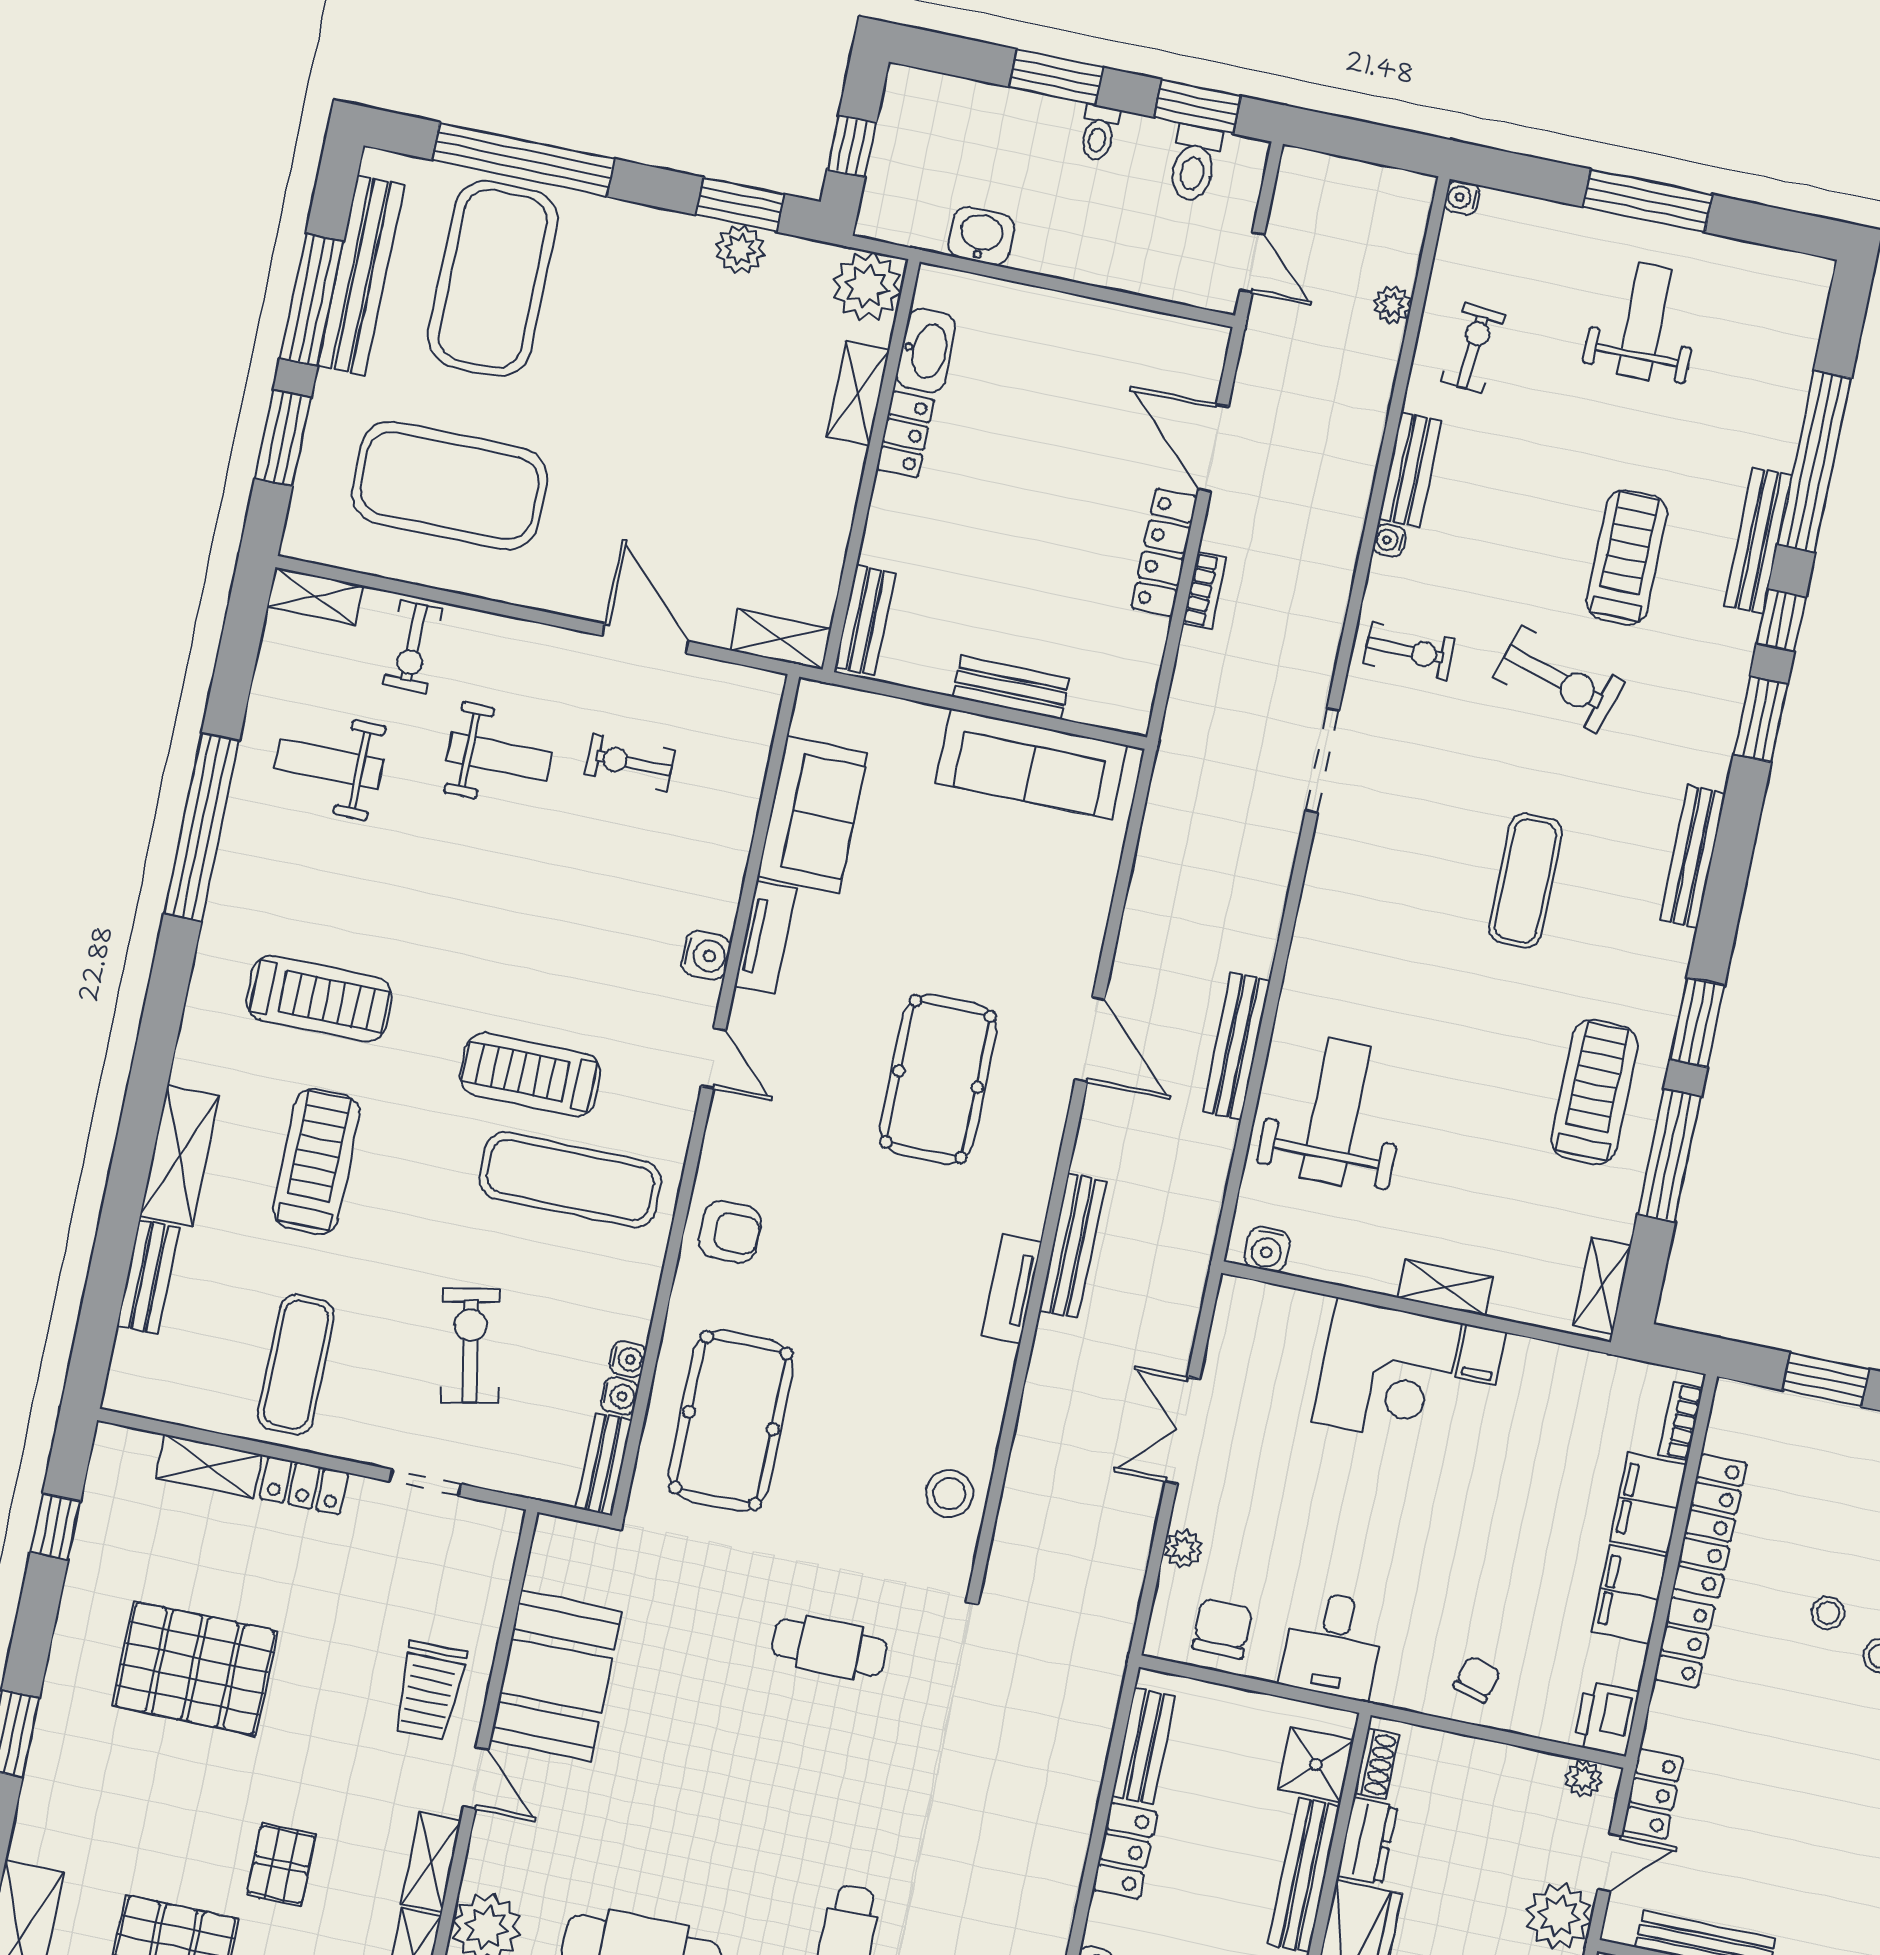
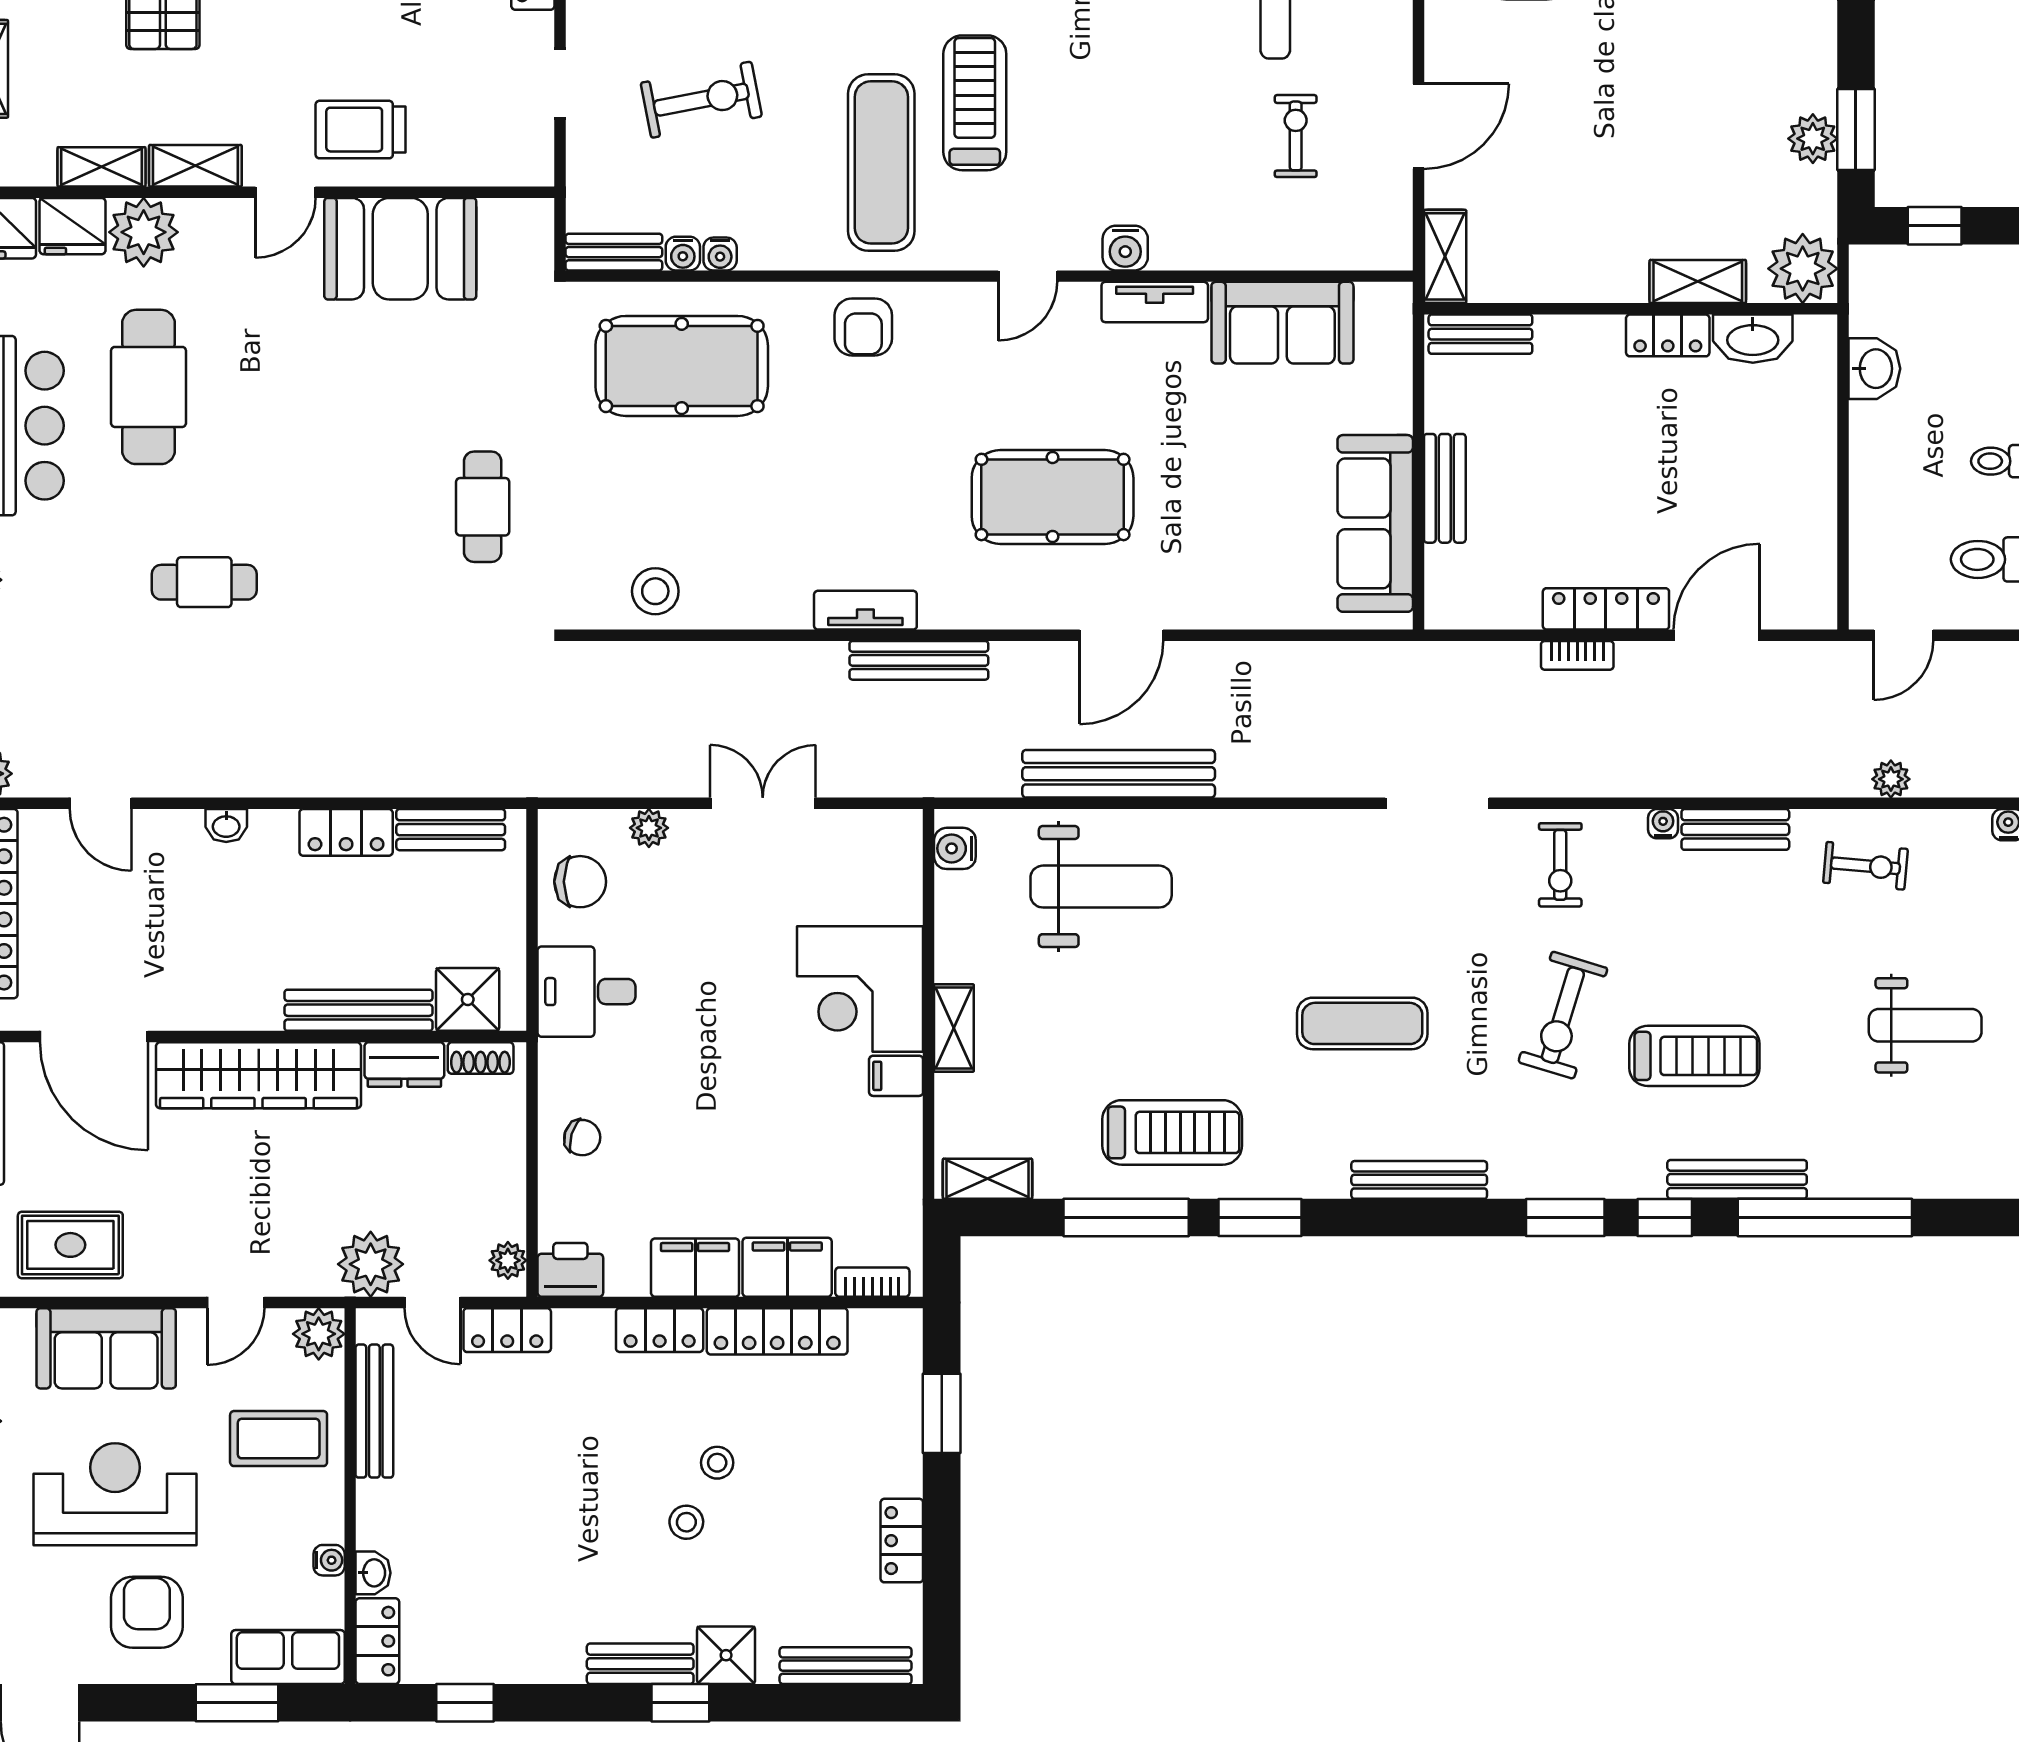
bench: (1236, 1046) -> (1119, 774), width x1.37, depth x1.21

